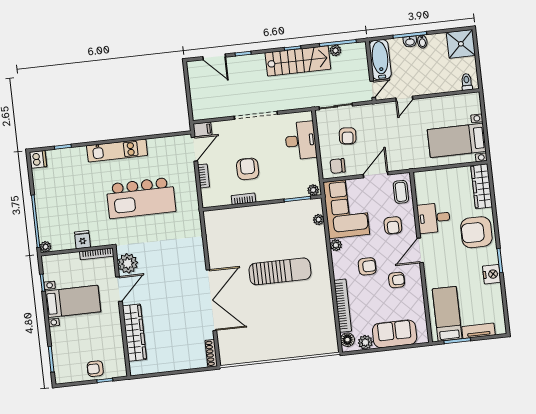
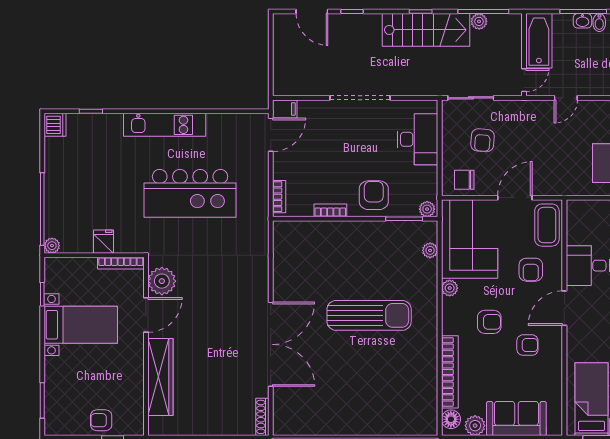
armchair: (248, 169) -> (374, 195), moved
bookcase: (204, 176) -> (279, 197), moved
coffee table: (401, 192) -> (547, 225), width x1.36, depth x1.30

